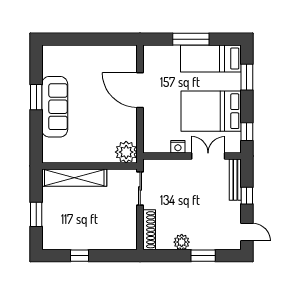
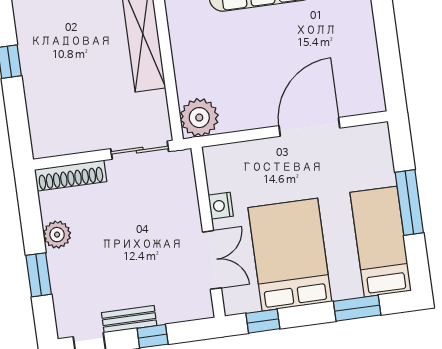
bench: (235, 180) -> (129, 319), moved, width x0.73

